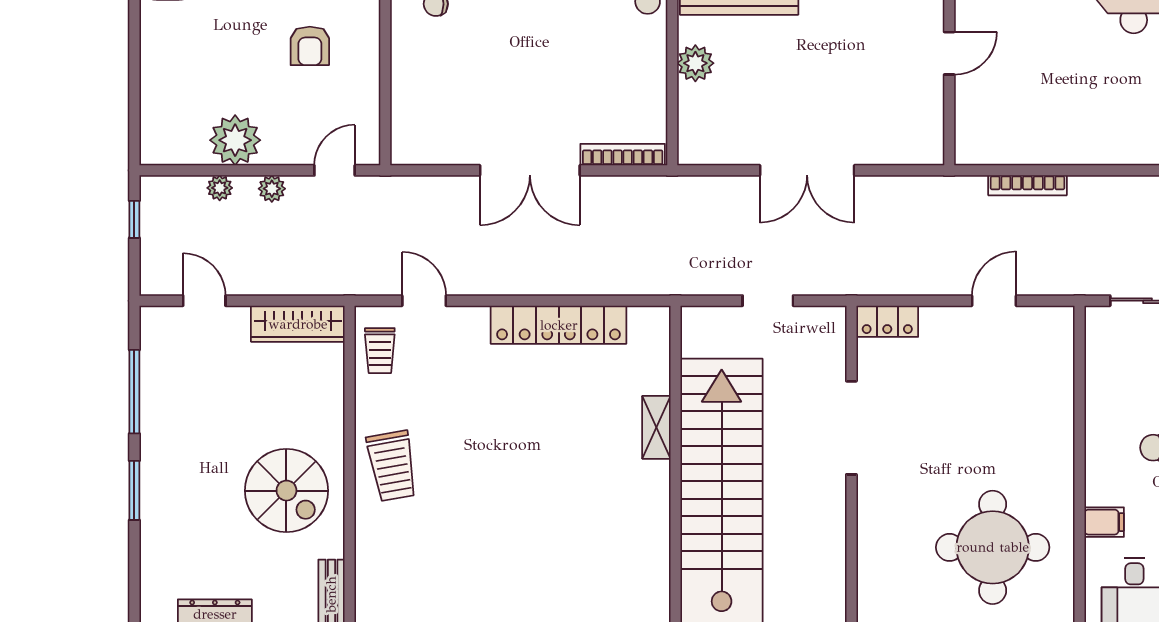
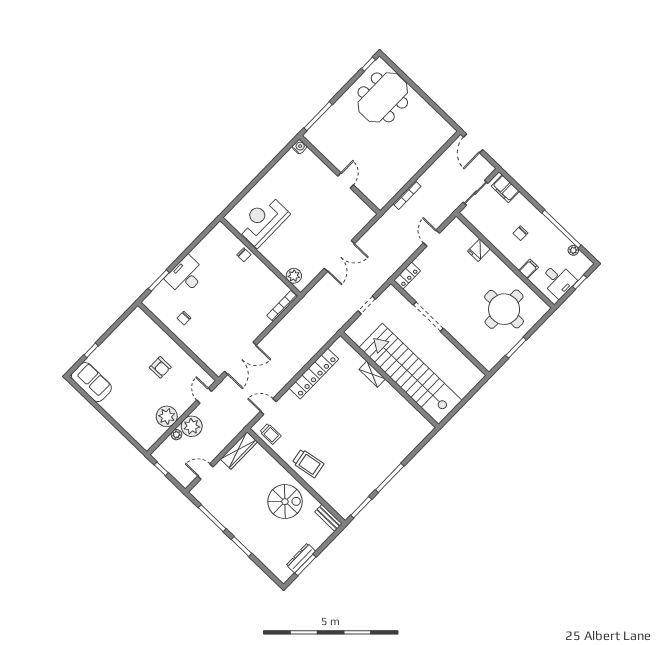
plant: (695, 63) -> (294, 276), moved
double door: (530, 170) -> (240, 358), moved
plant: (272, 189) -> (192, 426), width x1.87, depth x1.87
fridge: (1053, 404) -> (479, 250), added

